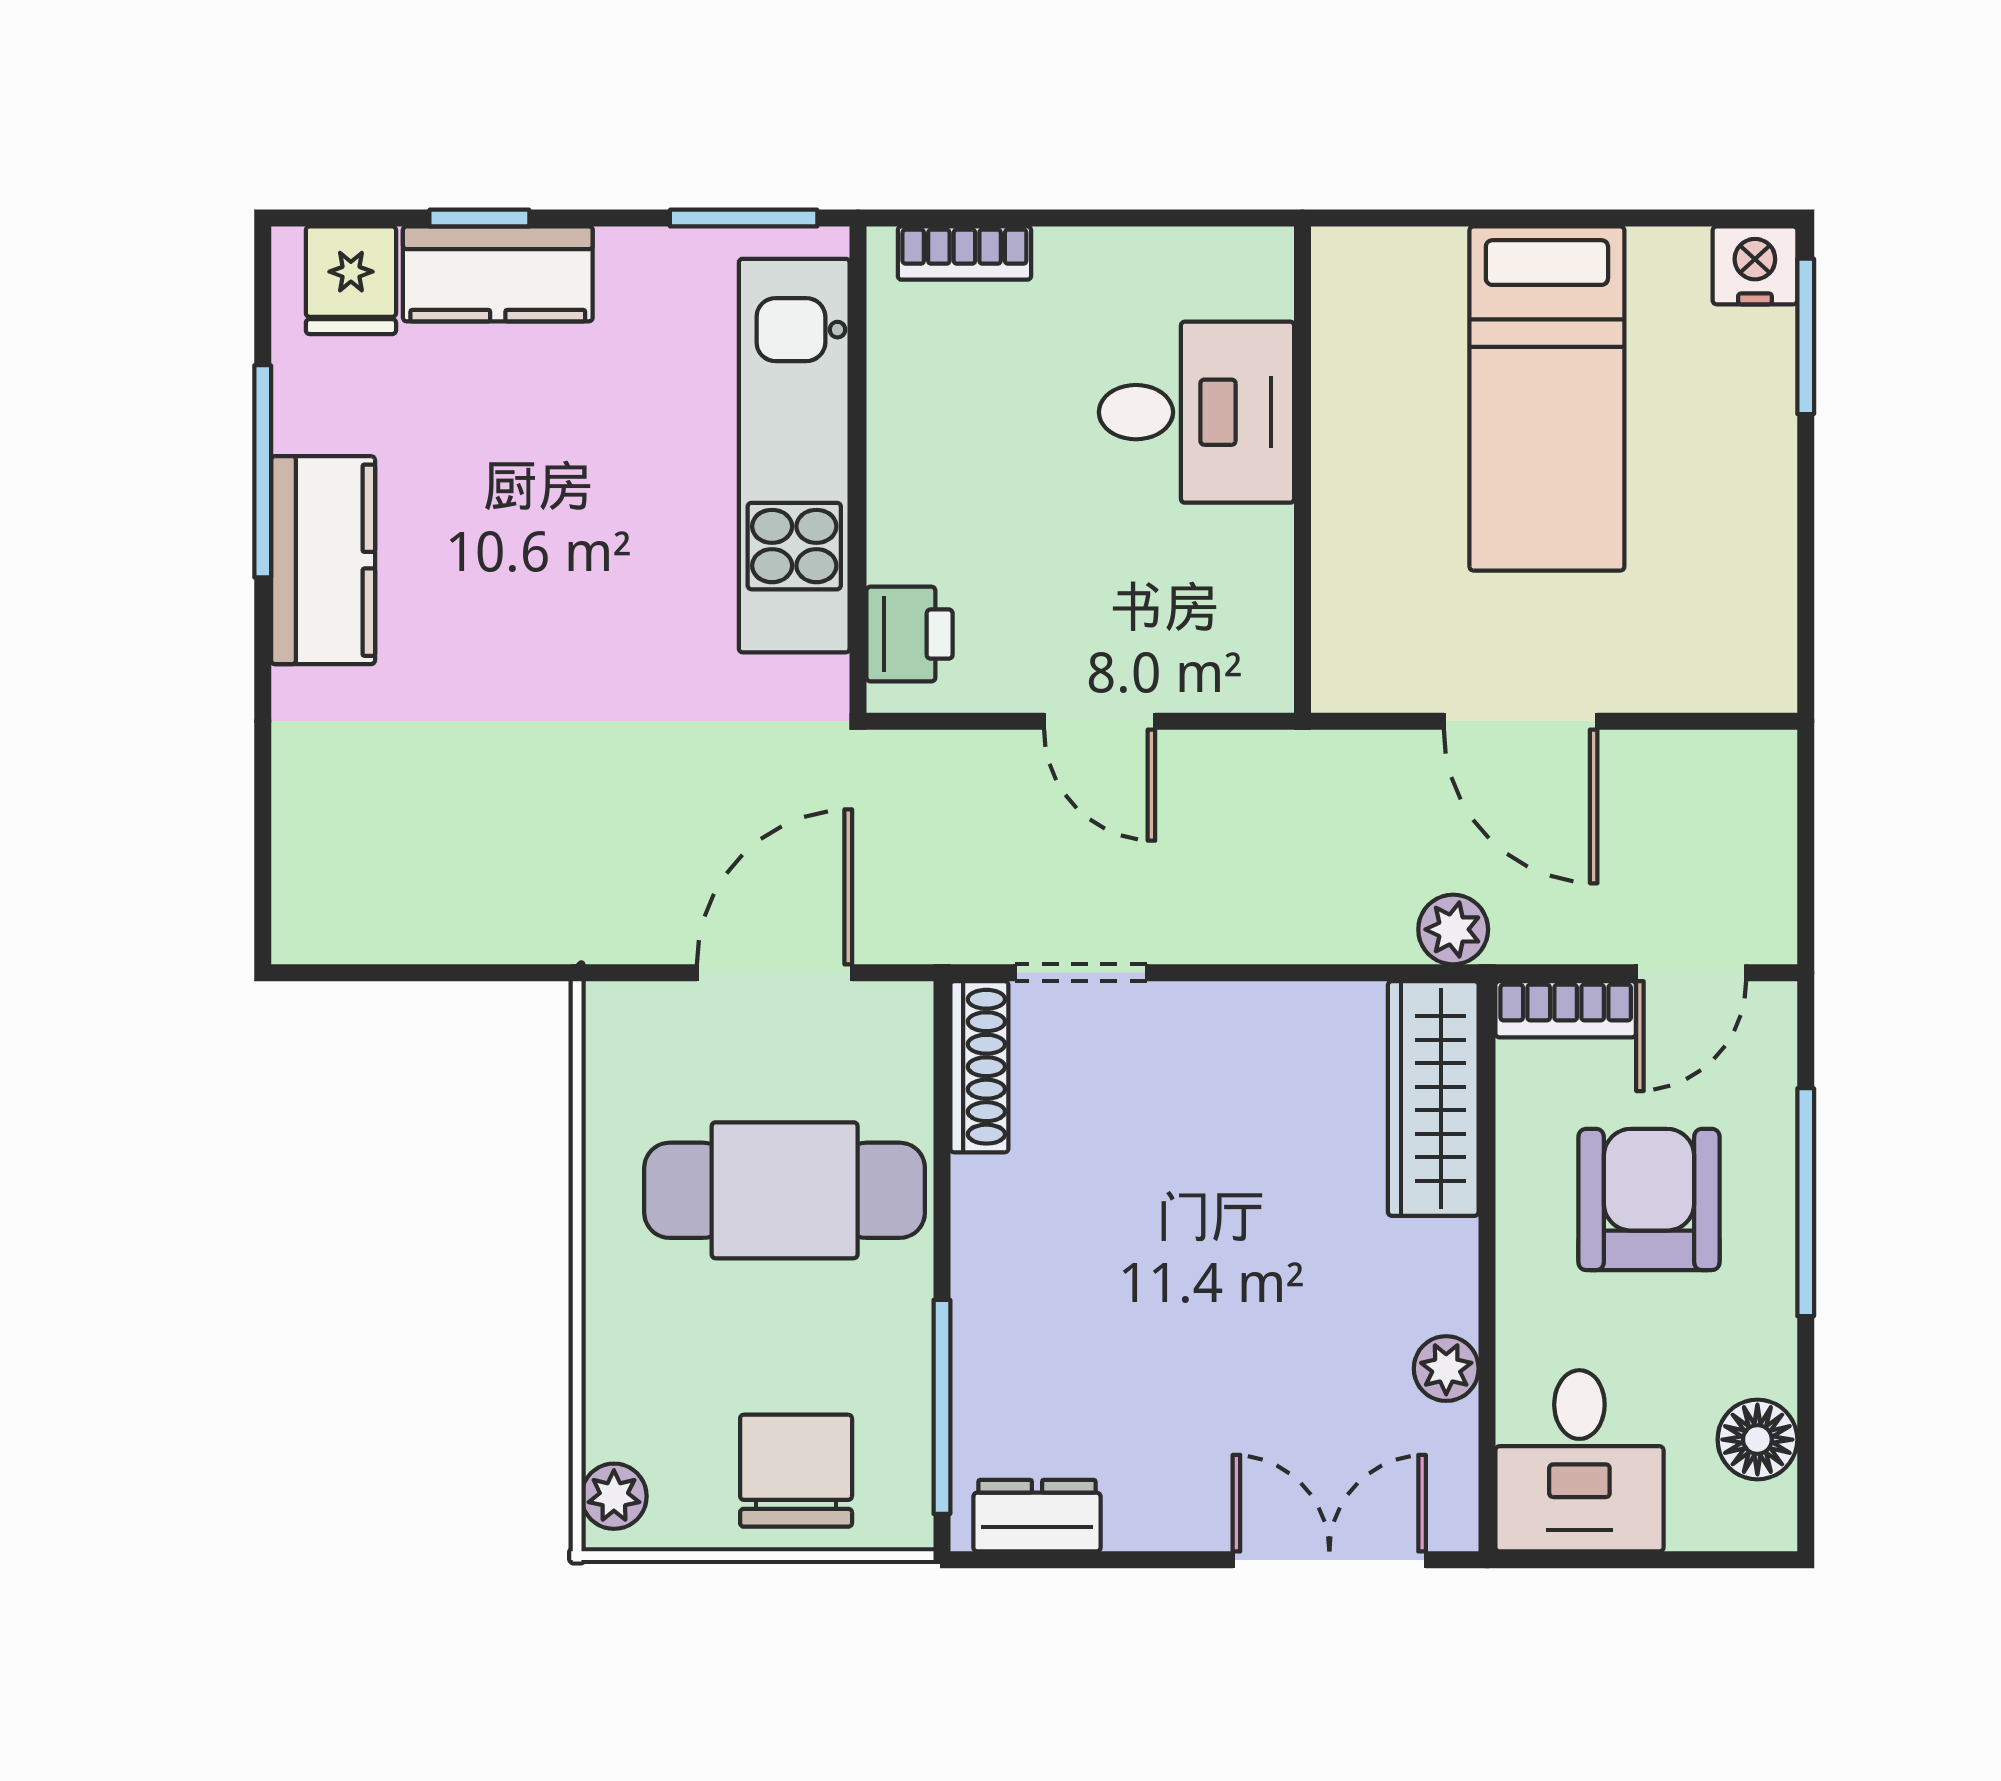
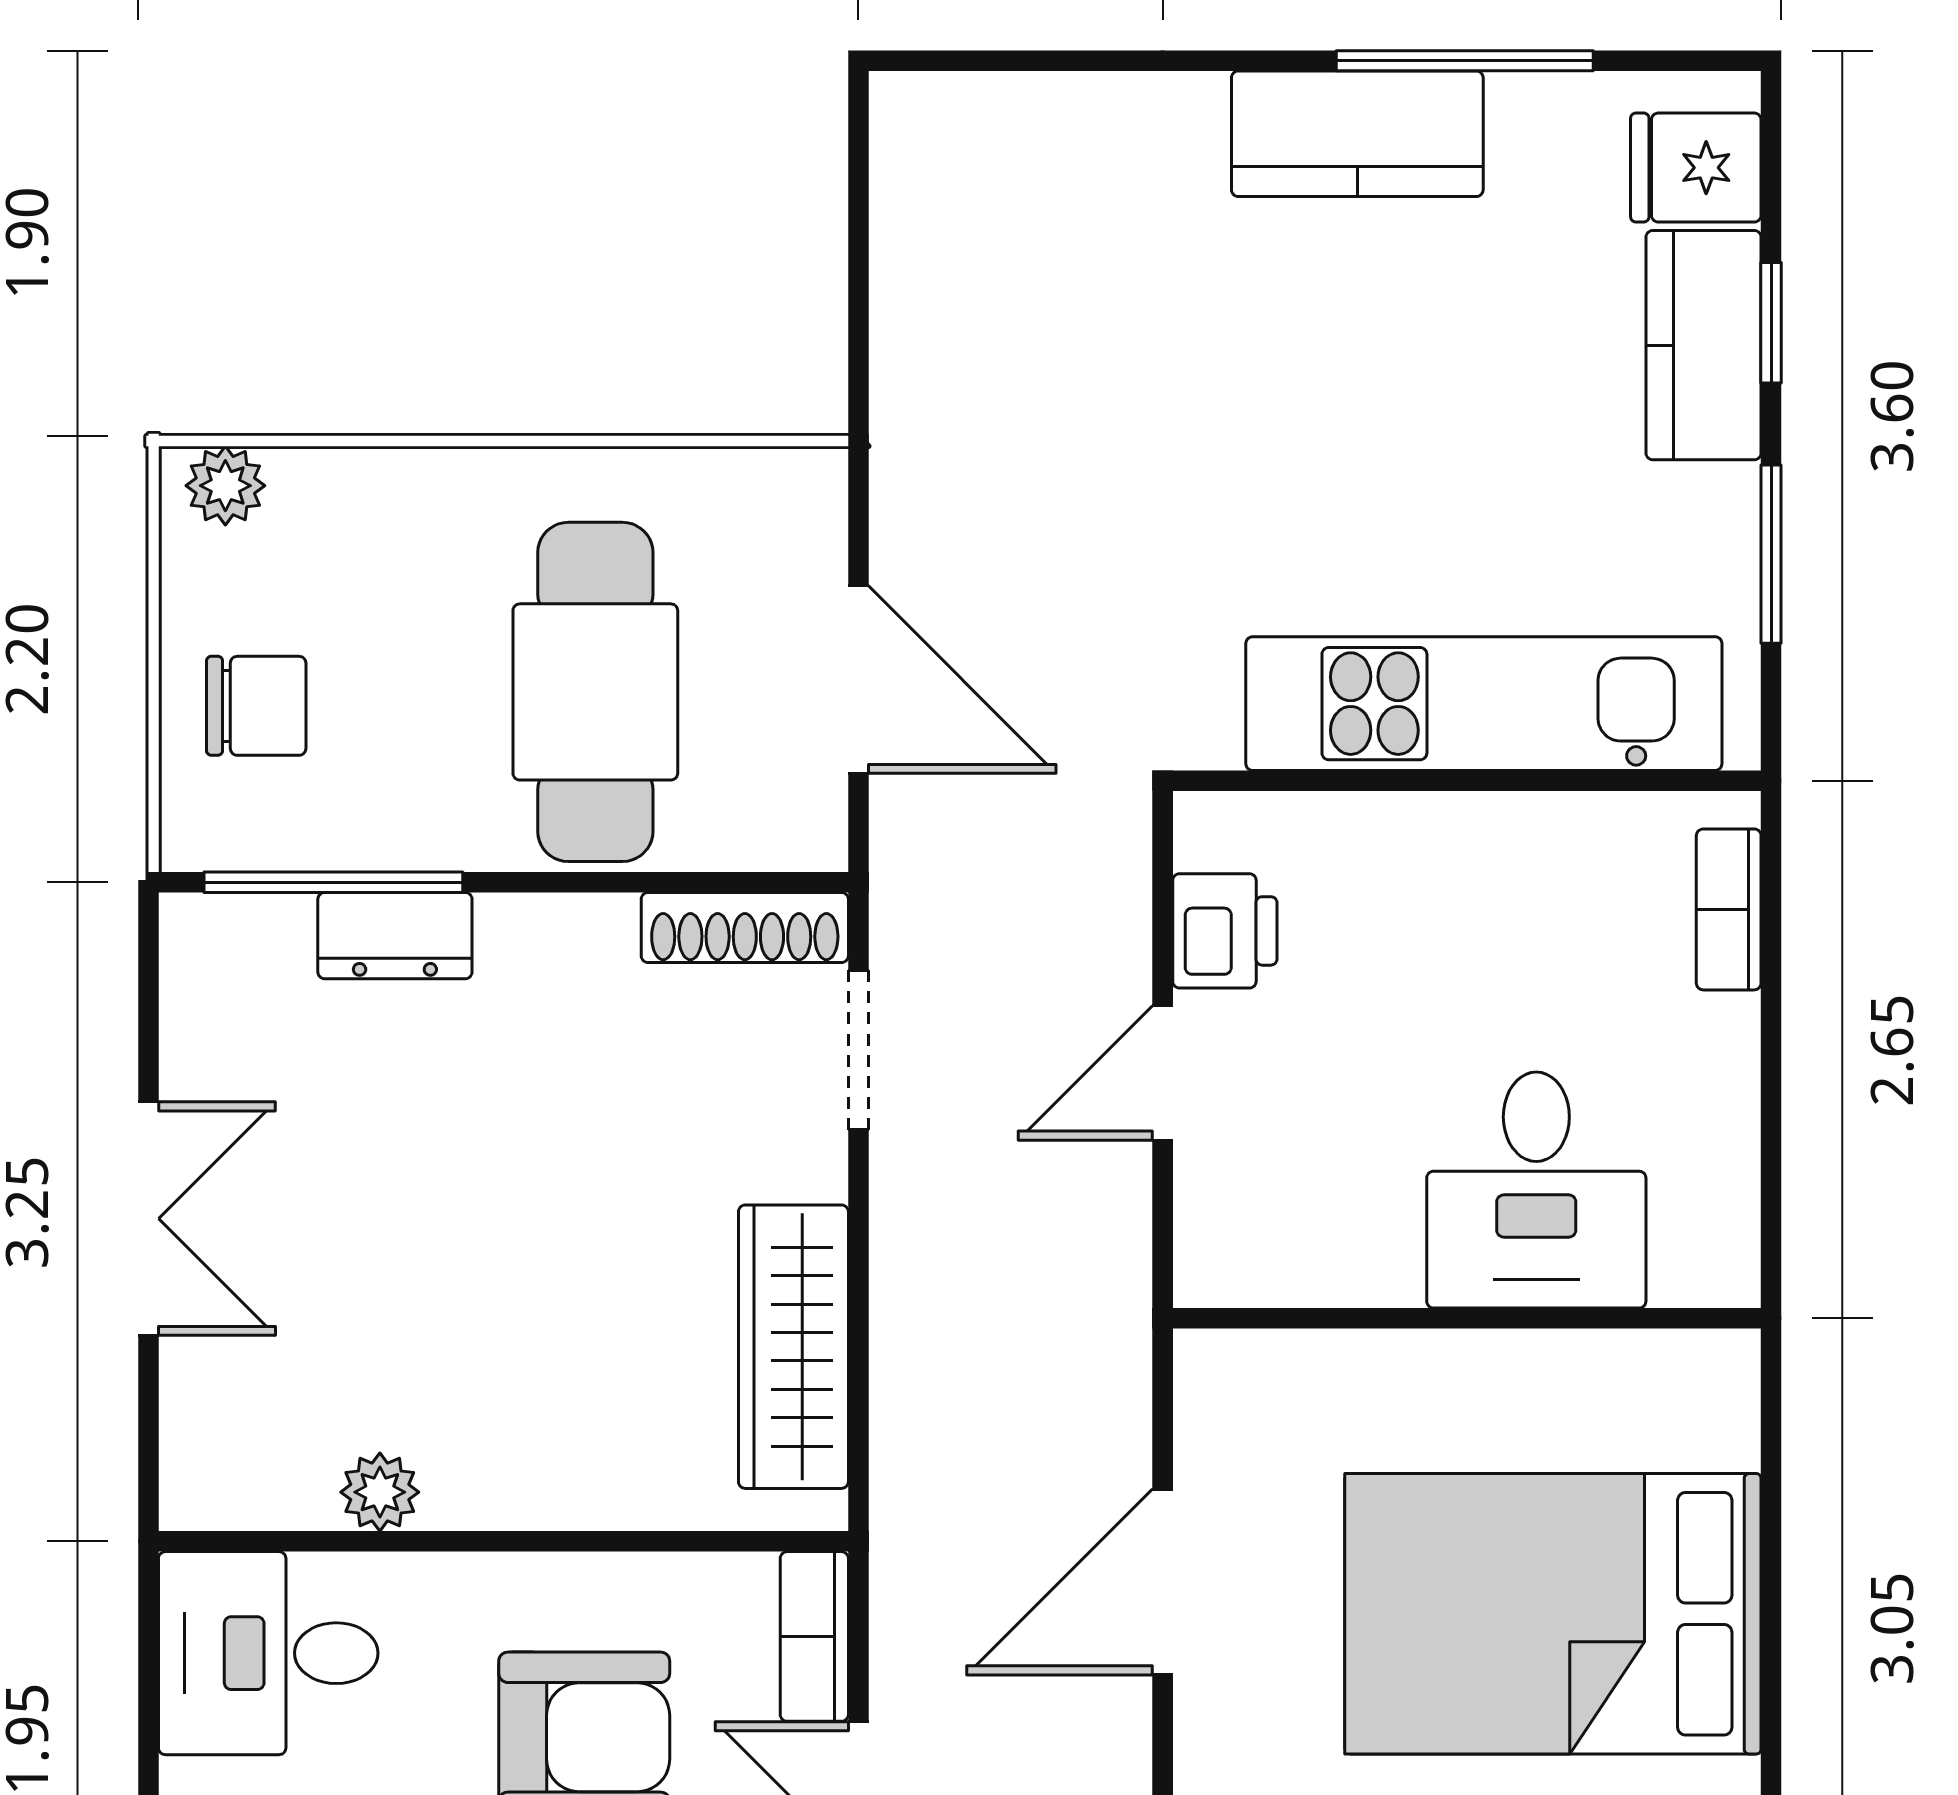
window: (744, 218) -> (1771, 554), moved
bed: (1547, 398) -> (1553, 1614), width x1.50
printer: (910, 634) -> (1225, 931), moved, turned -90
plant: (1453, 929) -> (911, 1500), removed
wardrobe: (1433, 1098) -> (793, 1347), moved, turned -90
chair: (796, 1471) -> (256, 706), width x0.73, depth x0.73
dresser: (1037, 1516) -> (395, 936), moved, turned 90
double door: (1329, 1560) -> (149, 1219), moved

